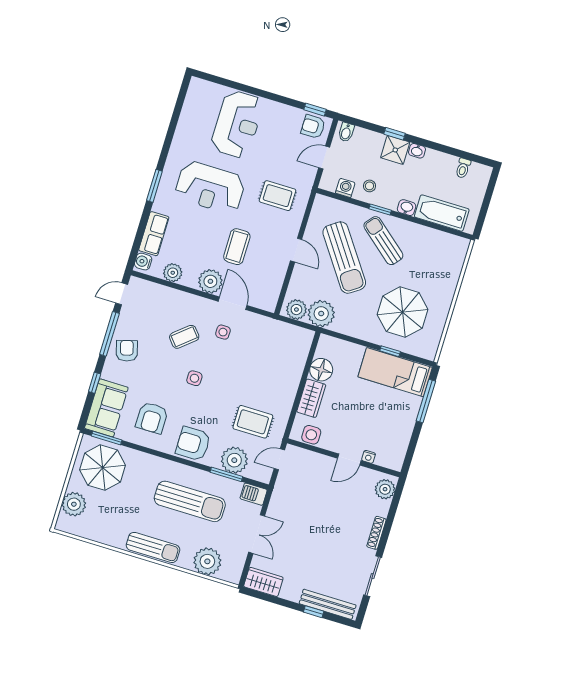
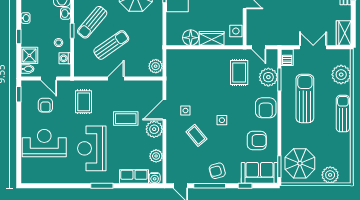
armchair: (313, 127) -> (45, 105), moved
shower: (395, 150) -> (29, 55), moved
reception desk: (210, 187) -> (92, 148), turned 180
sun lounger: (344, 258) -> (111, 45), width x0.73, depth x0.75
plant: (321, 314) -> (153, 49), removed

